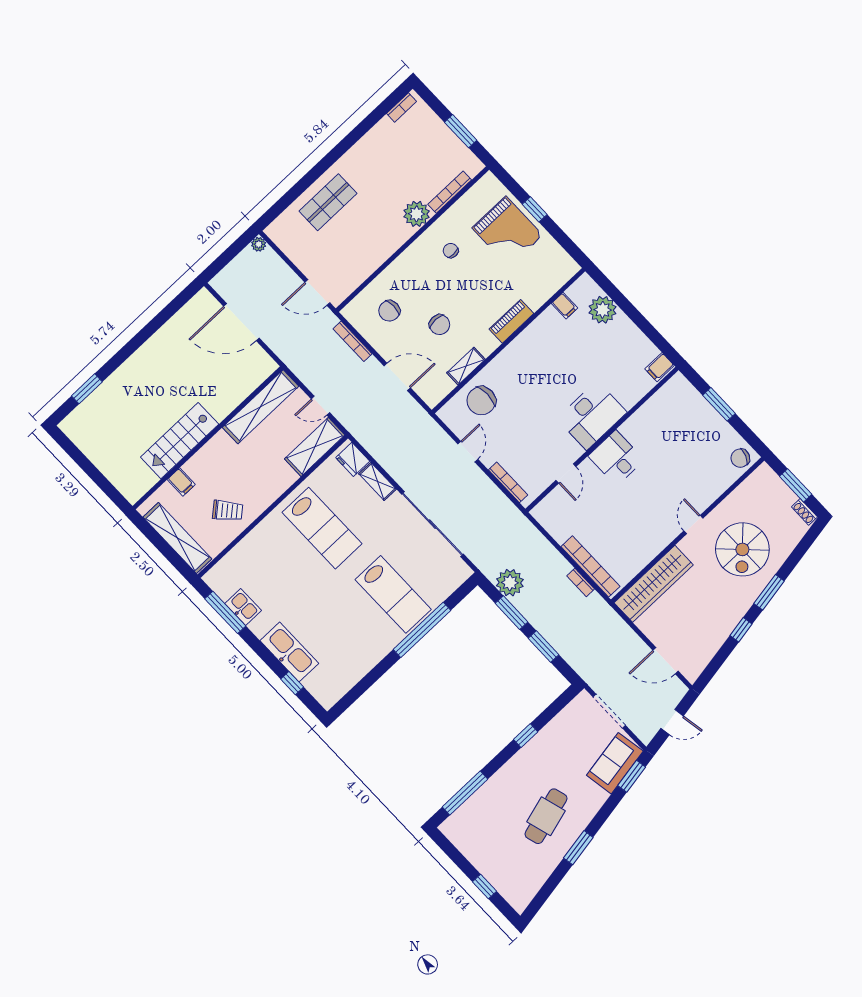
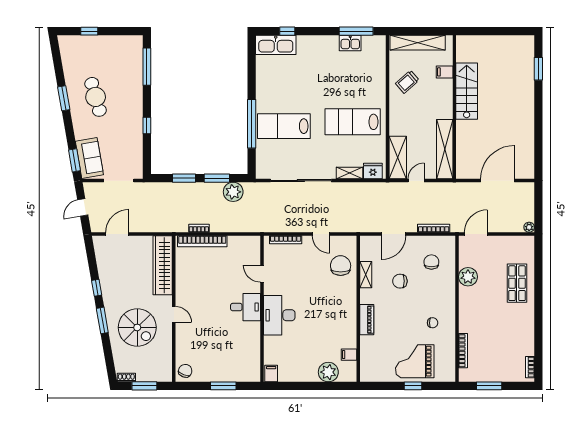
plant: (417, 214) -> (468, 277), moved
spiral stairs: (742, 549) -> (137, 327), turned 180
kitchen sink: (289, 652) -> (276, 45), moved

